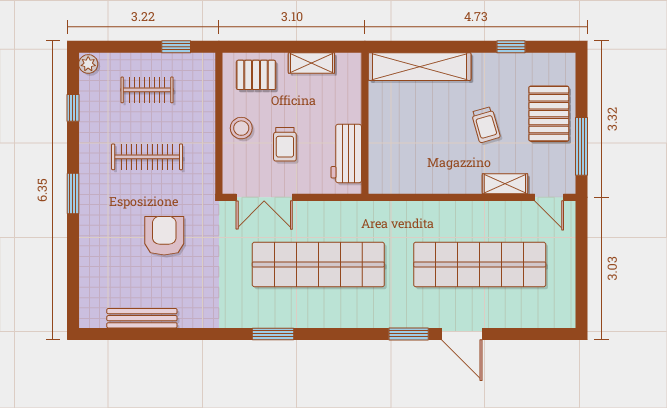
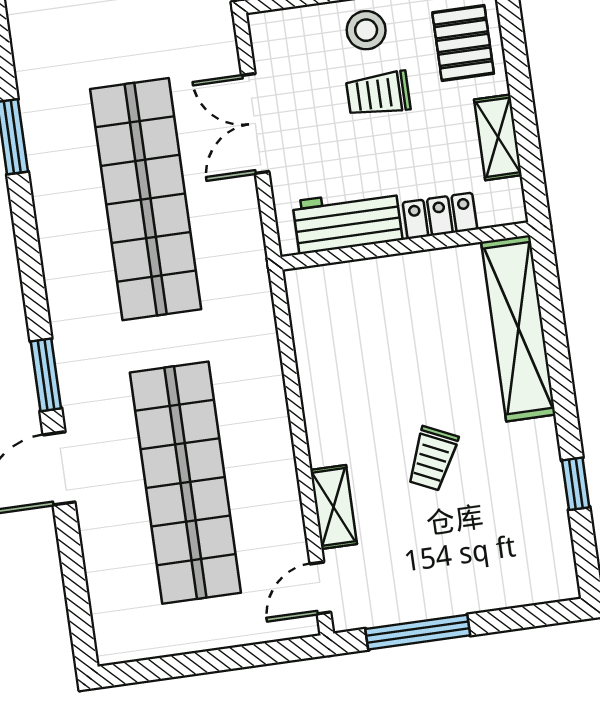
locker: (351, 101) -> (440, 216), added
pallet: (549, 114) -> (467, 567), removed
trolley: (486, 125) -> (432, 459), turned -49
trolley: (285, 144) -> (378, 94), moved
double door: (264, 197) -> (255, 123), moved

